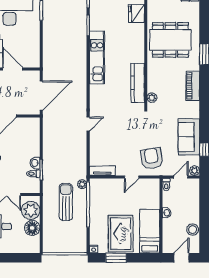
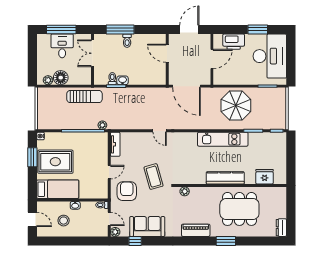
dining table: (170, 40) -> (239, 209), turned 90
parasol: (62, 44) -> (236, 105), added
kitchen counter: (138, 83) -> (225, 178), moved
coffee table: (136, 130) -> (153, 177), added
armchair: (152, 158) -> (127, 191), turned -81
door: (132, 177) -> (109, 172), swing flipped
sun lounger: (66, 202) -> (84, 97), moved
plant: (31, 210) -> (48, 80), moved, width x0.53, depth x0.53
stool: (193, 230) -> (64, 221), moved

